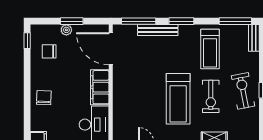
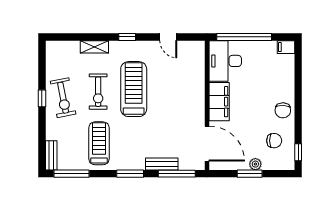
bench: (158, 30) -> (162, 164), width x0.73
exercise bike: (211, 96) -> (98, 92), turned 180
chair: (44, 98) -> (283, 110), moved

